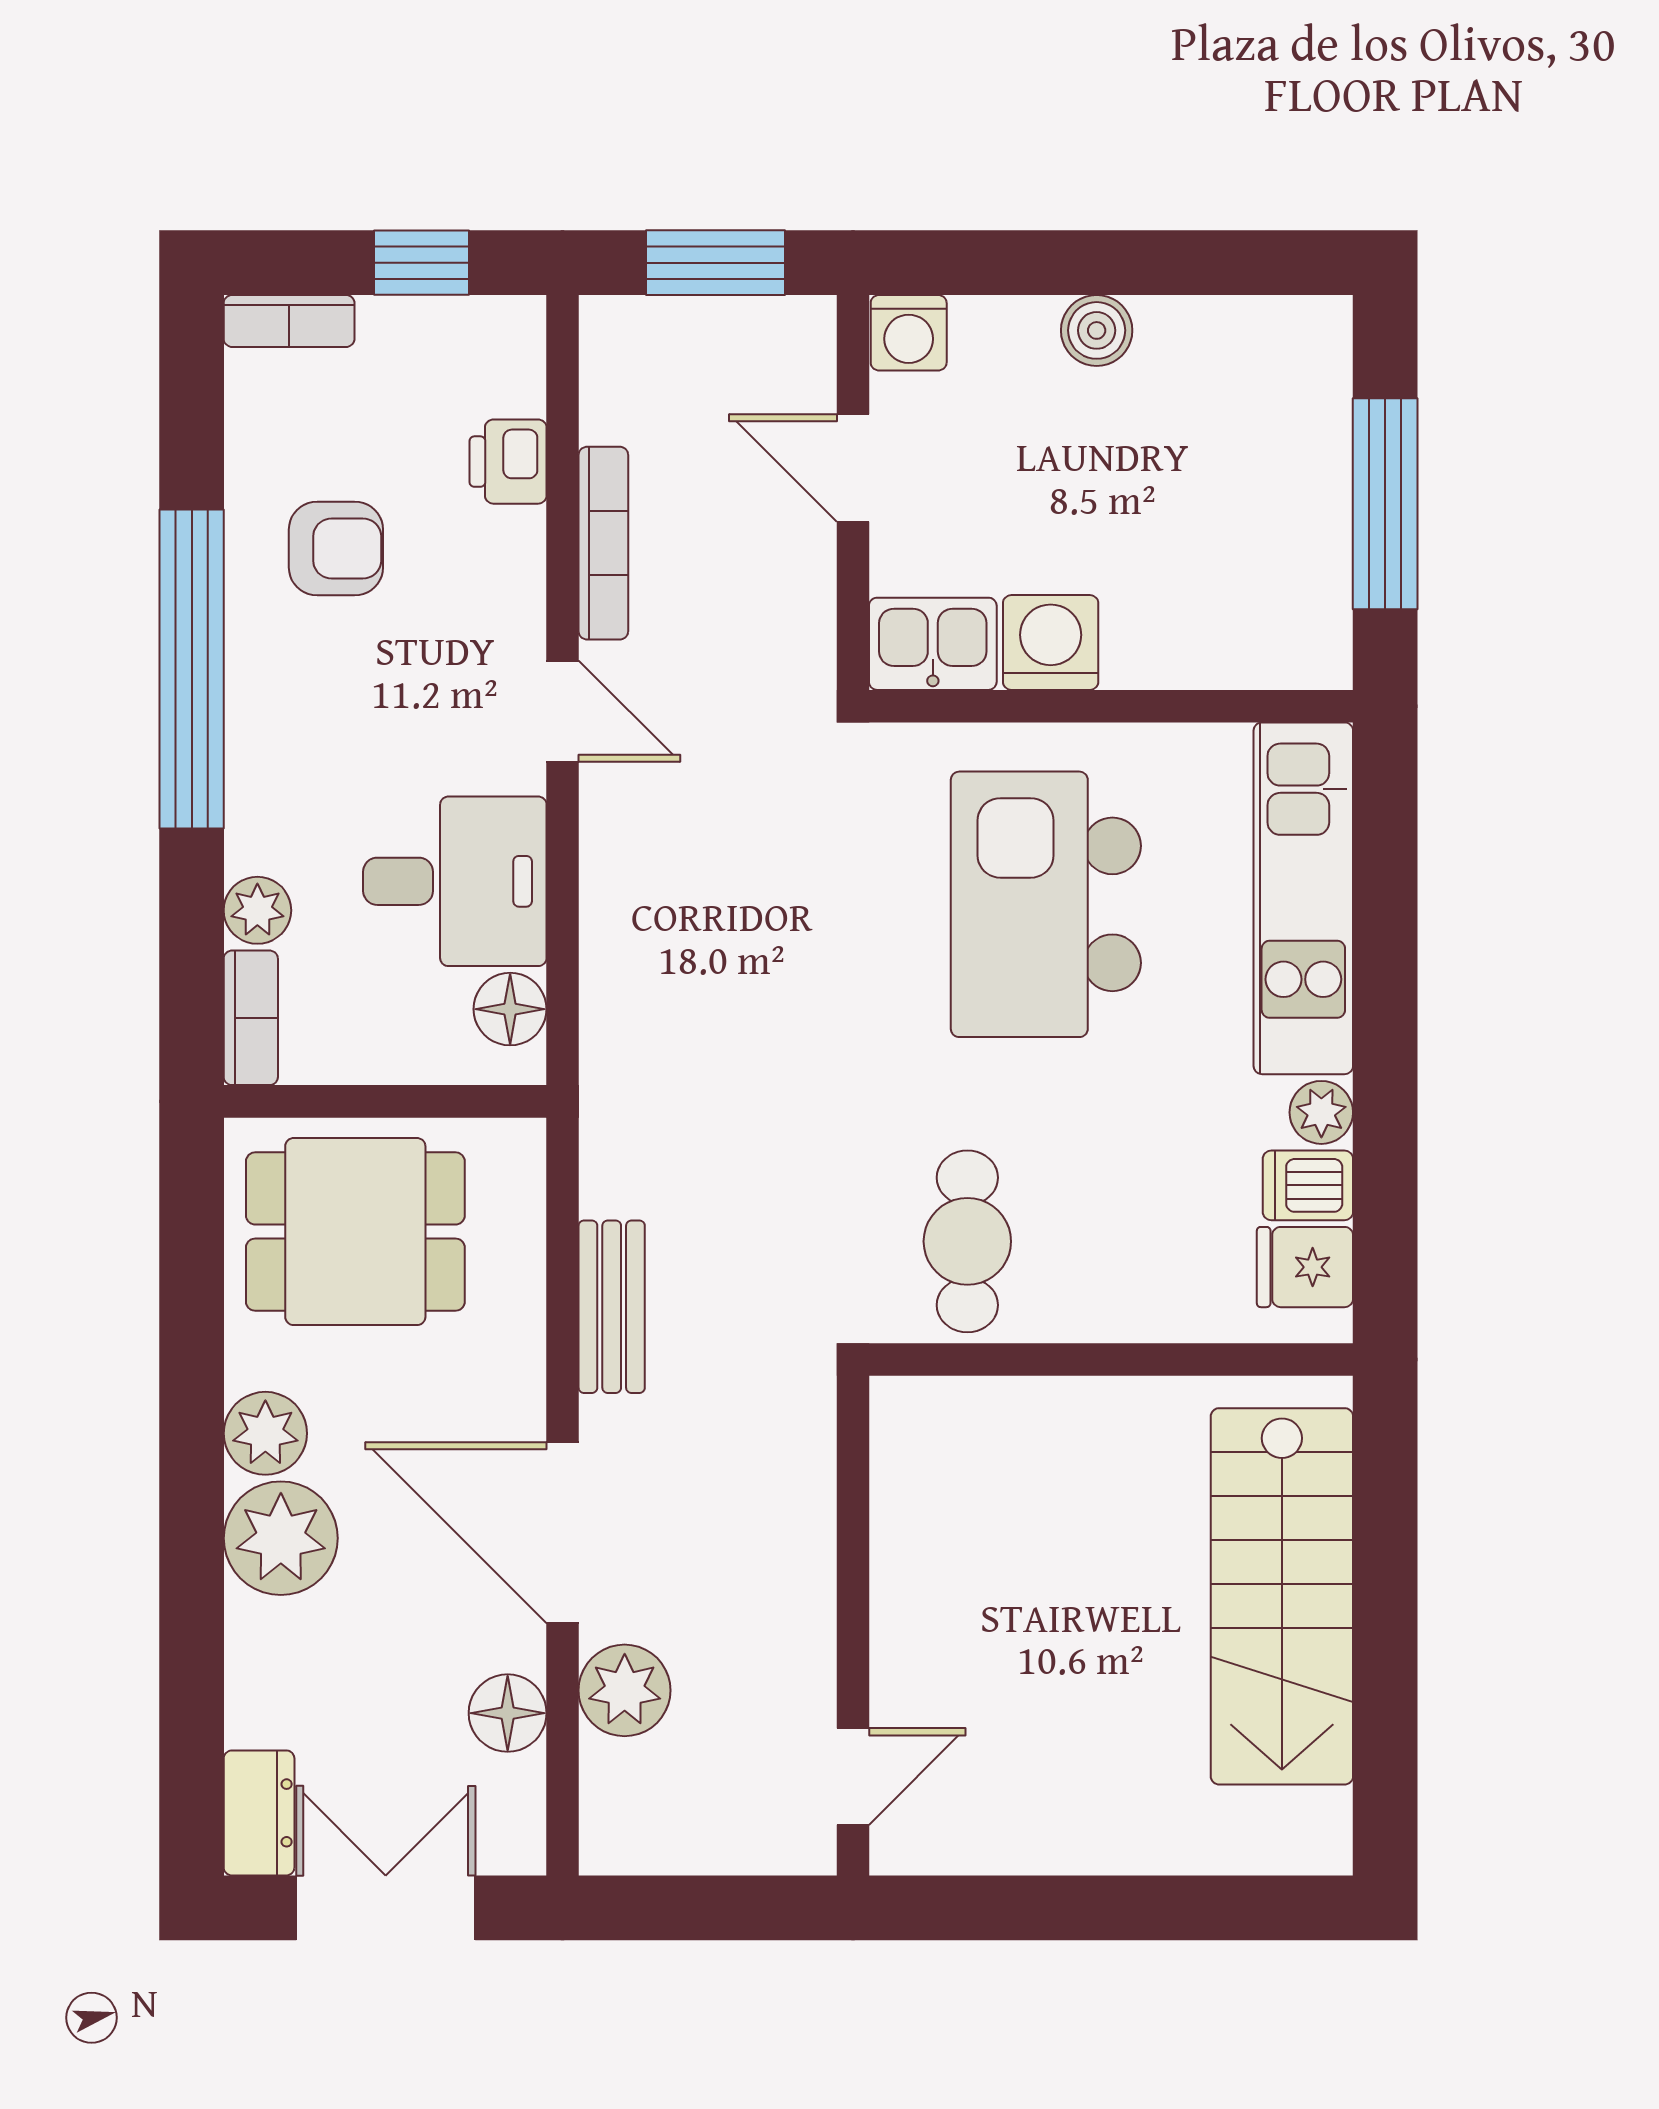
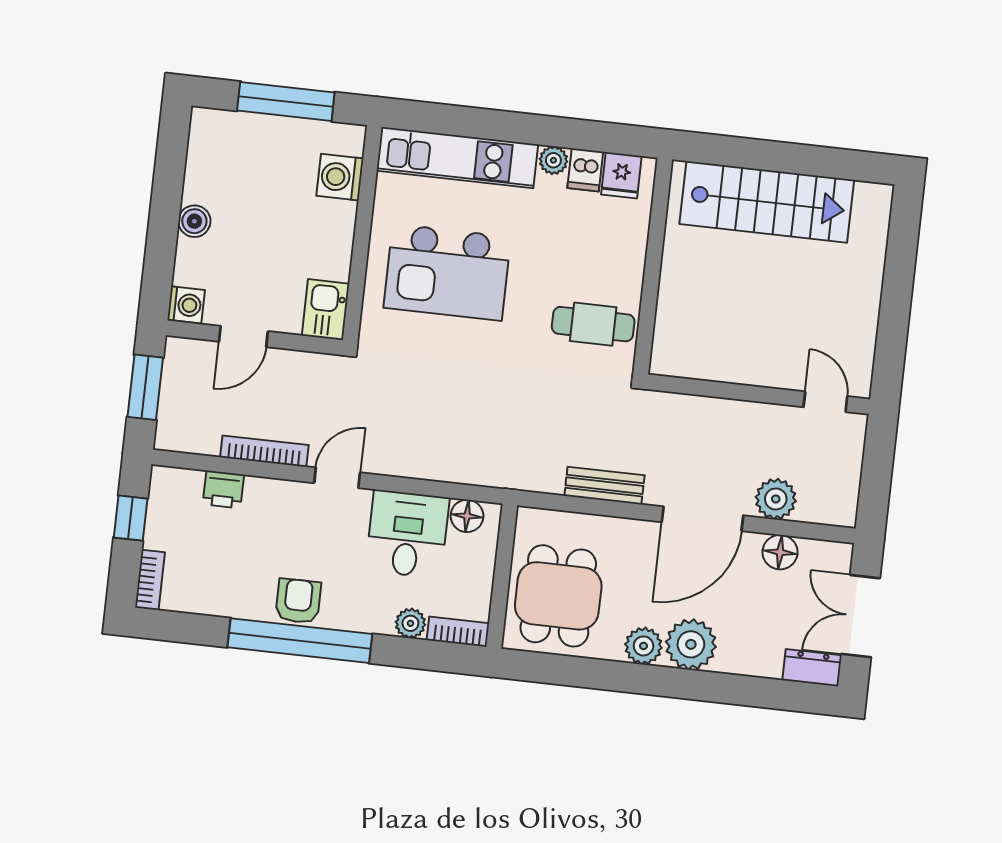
armchair: (336, 548) -> (298, 601), moved
washing machine: (1051, 642) -> (340, 177), moved

